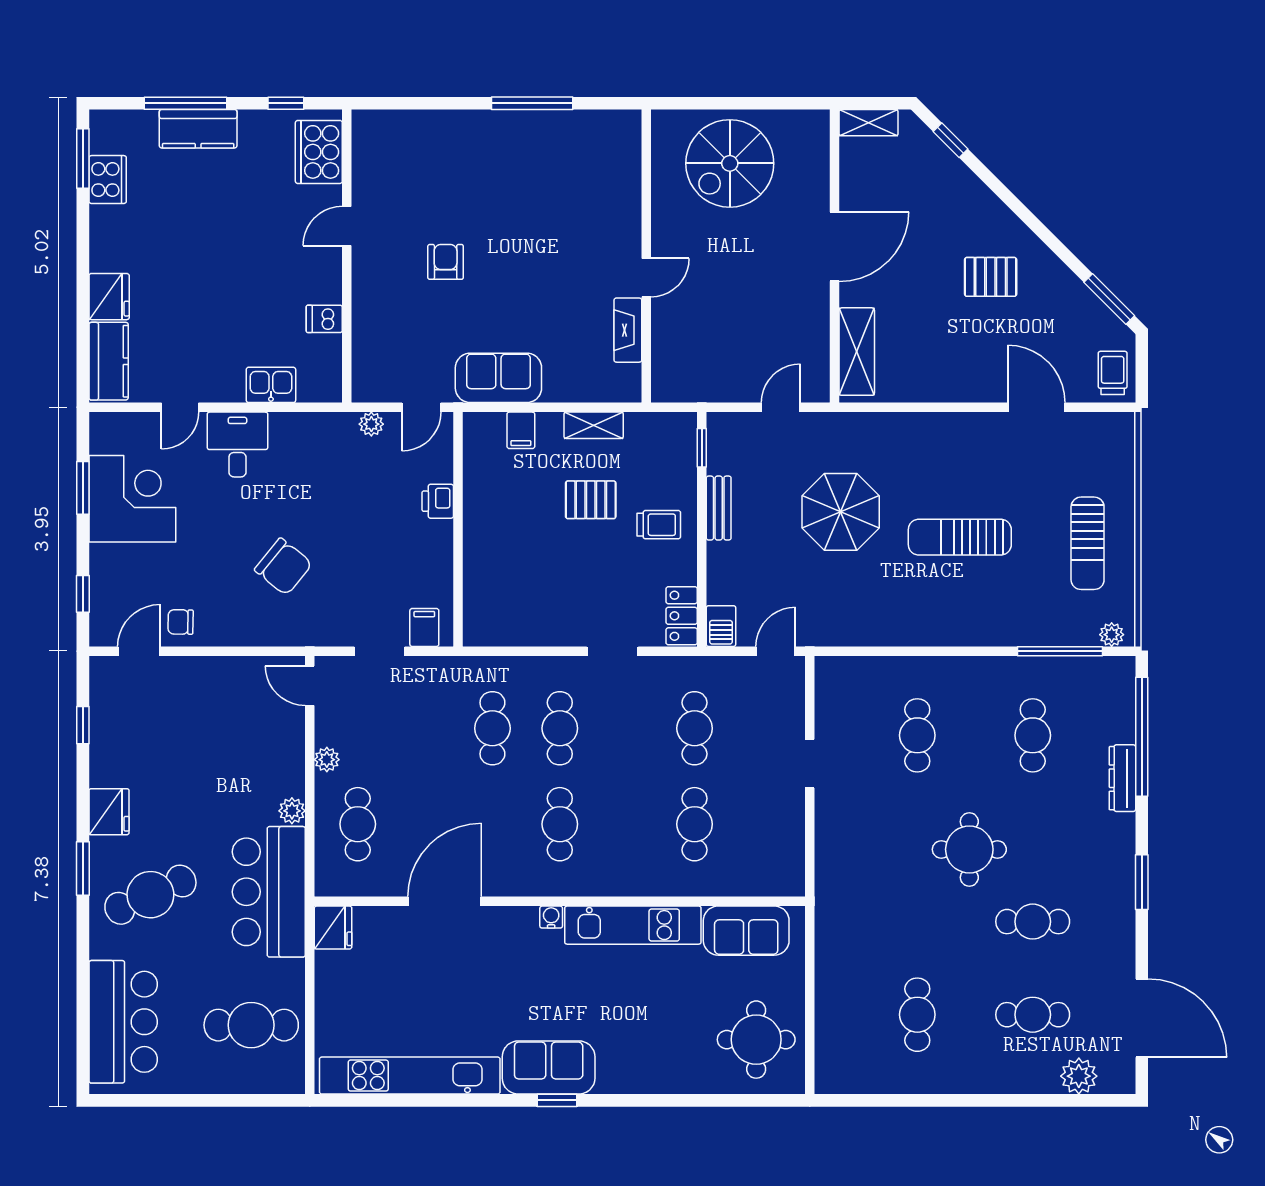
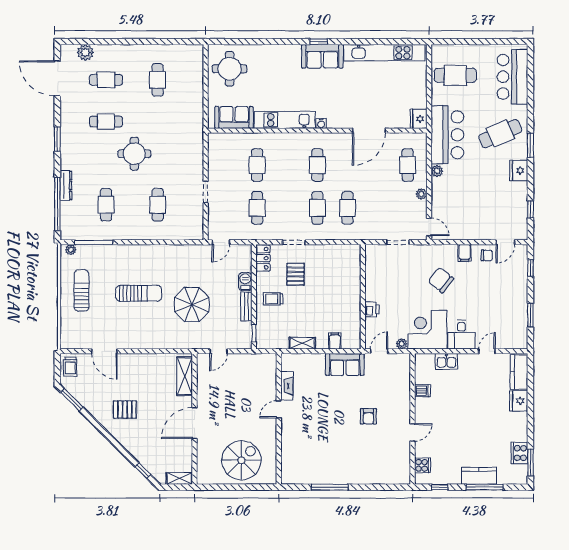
cooker: (319, 152) -> (423, 465), width x0.53, depth x0.76
corner desk: (132, 499) -> (427, 330), moved, turned 90
pallet: (591, 500) -> (296, 274), moved, turned 90
barbecue: (721, 626) -> (245, 282), moved
filing cabinet: (424, 627) -> (465, 253), moved

